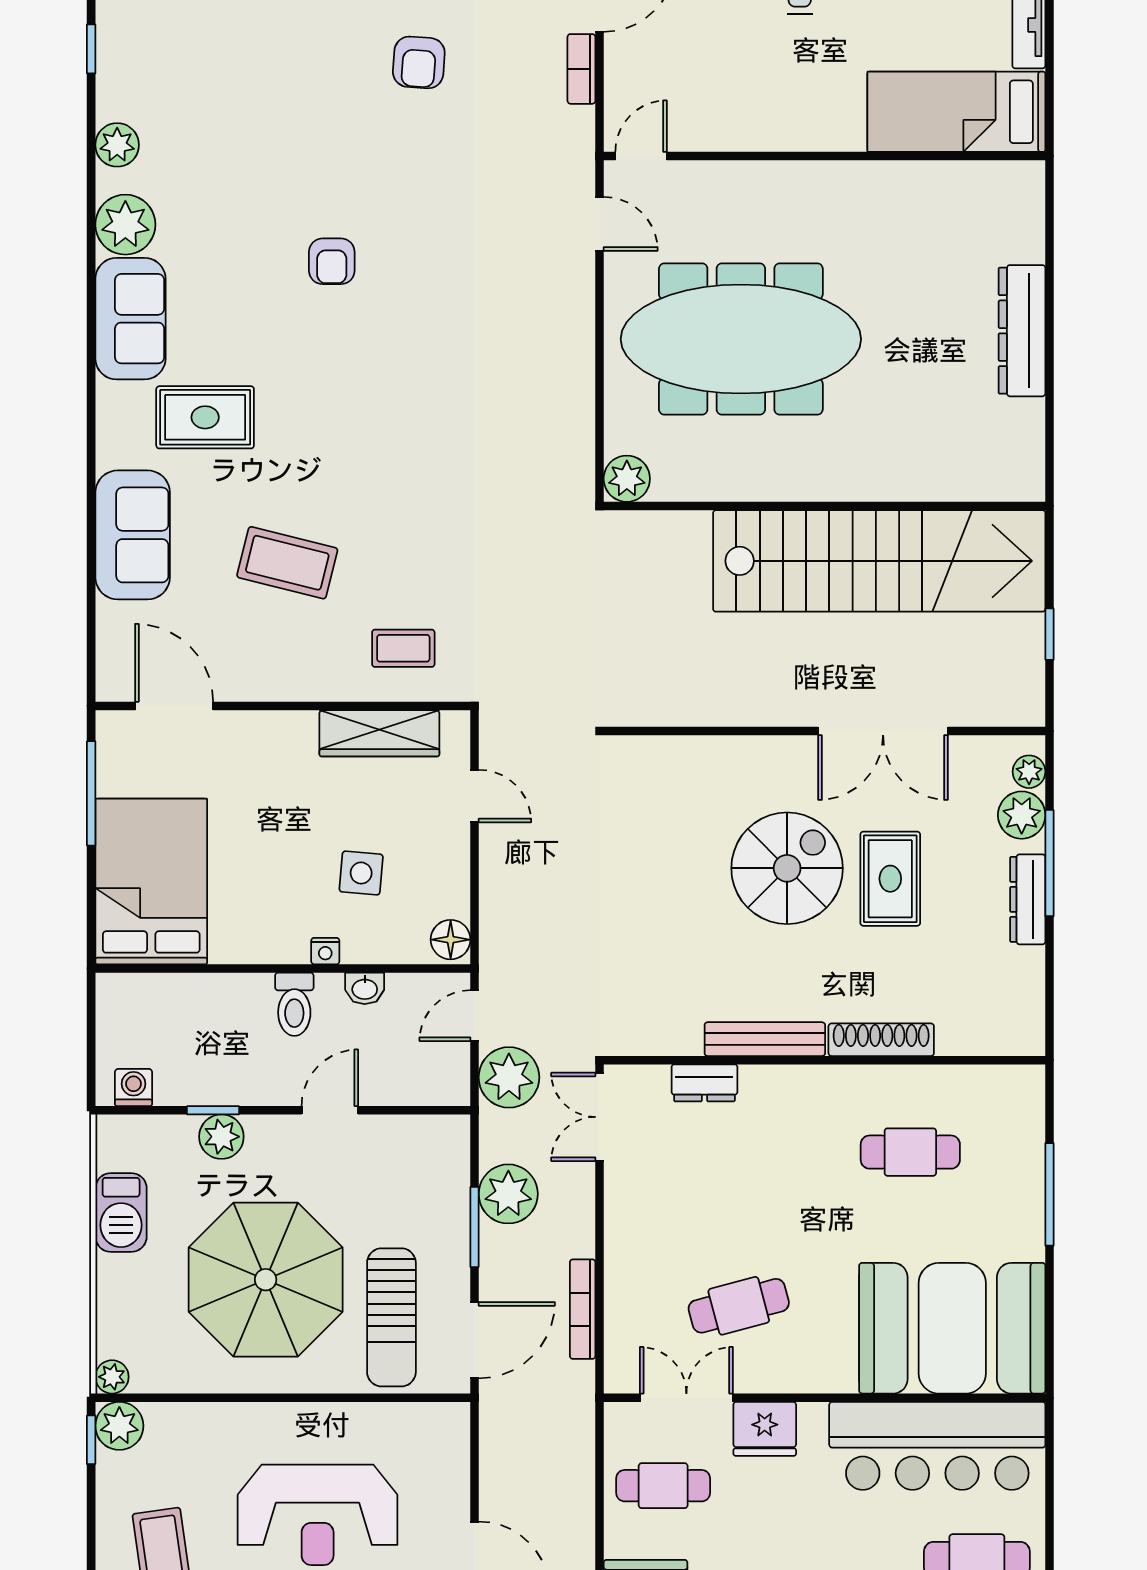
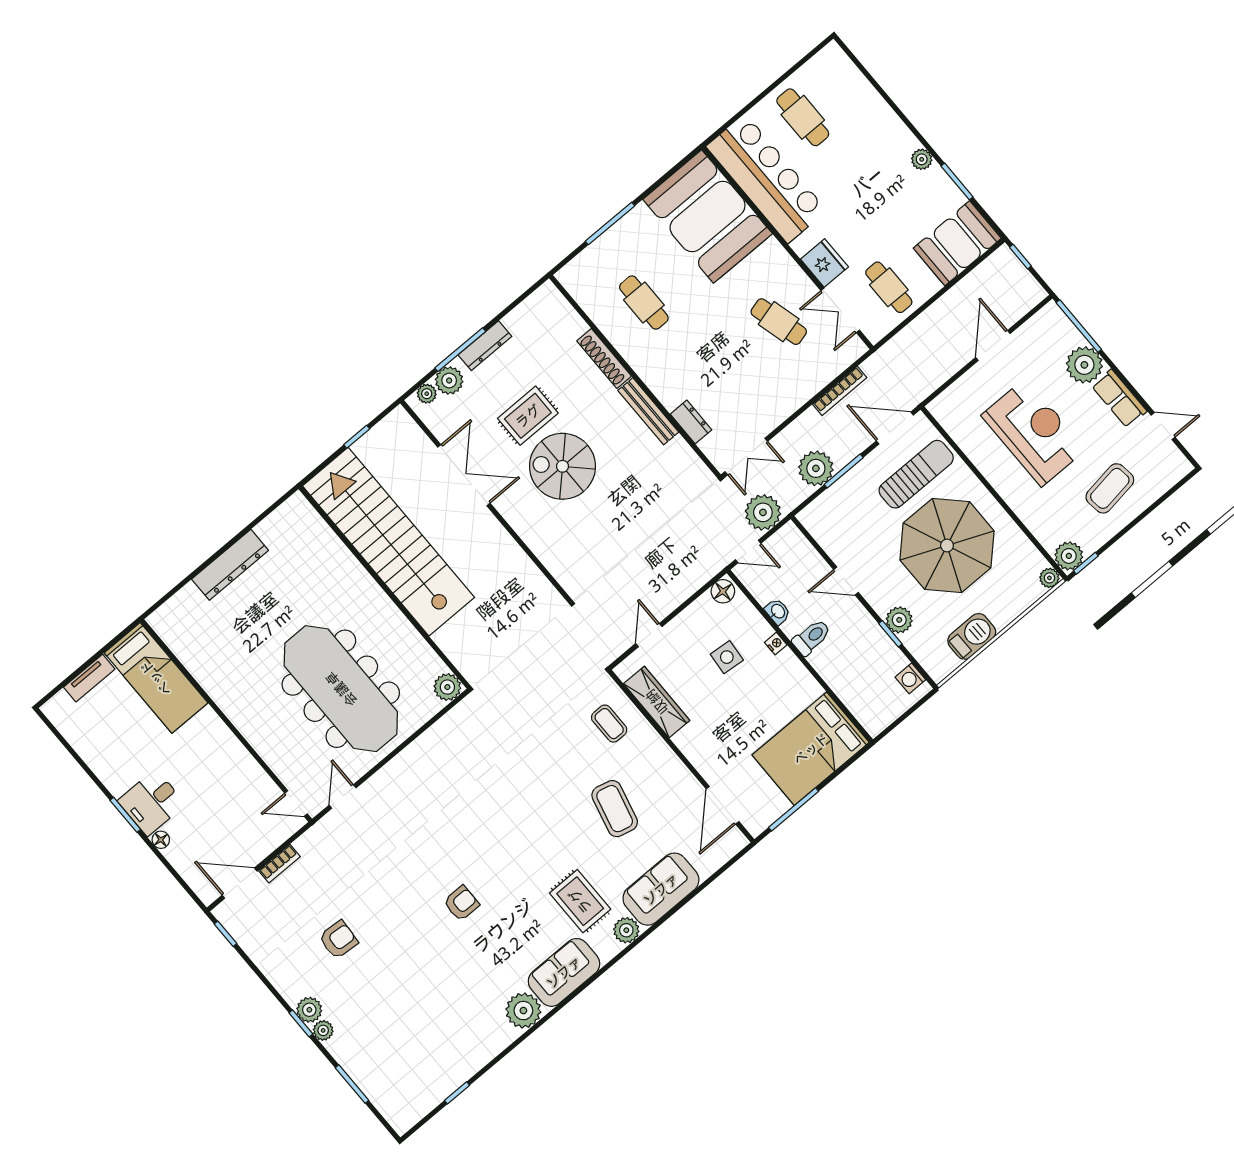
plant: (117, 145) -> (626, 930), moved

